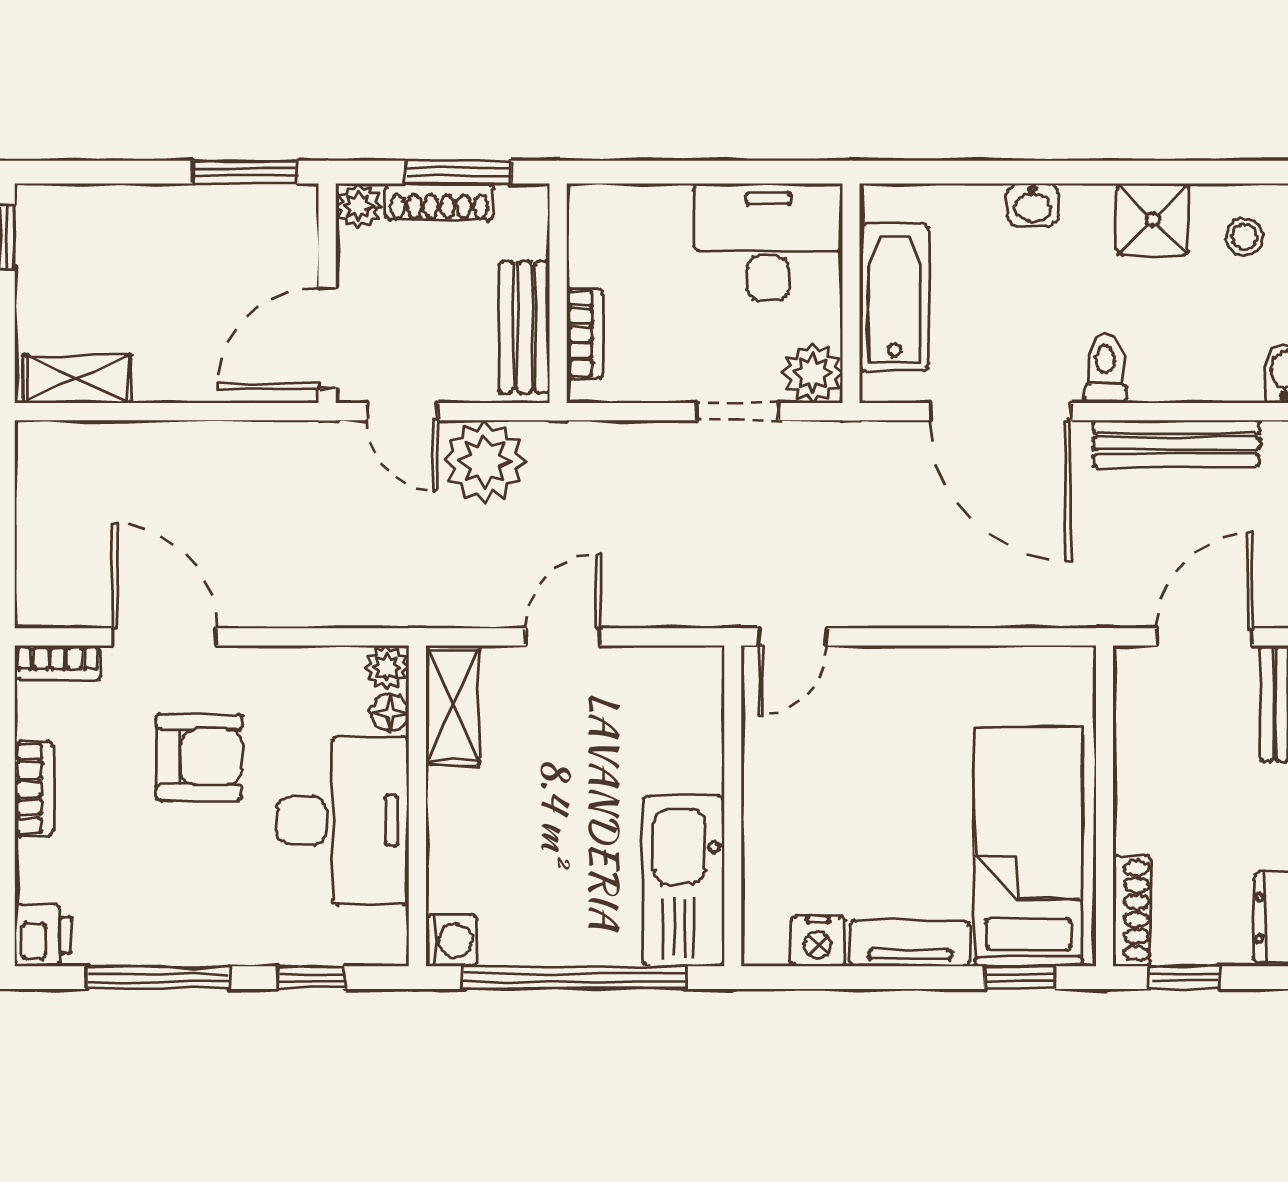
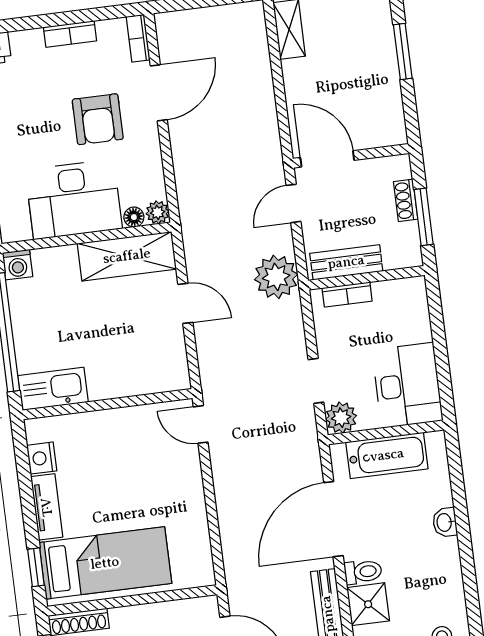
window: (246, 172) -> (403, 52), moved
shoe rack: (439, 202) -> (406, 200), width x0.70
plant: (358, 206) -> (399, 166), removed
shower: (1153, 220) -> (368, 604), moved
plant: (485, 461) -> (276, 277), moved
shelving: (453, 705) -> (127, 256), width x1.50, depth x1.33
kitchen sink: (683, 881) -> (53, 389), width x0.73, depth x0.81

